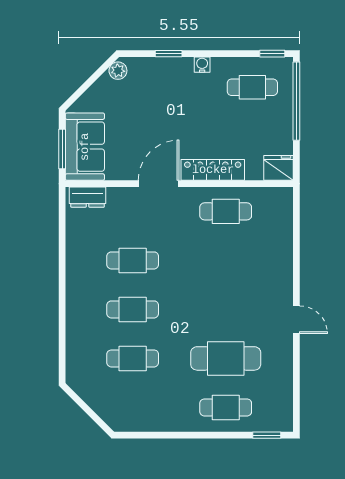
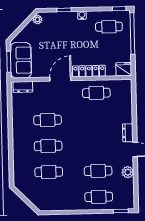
dresser: (283, 288) -> (128, 133), added
cafe table: (226, 358) -> (98, 171), width x0.73, depth x0.74
plant: (282, 362) -> (128, 172), added

